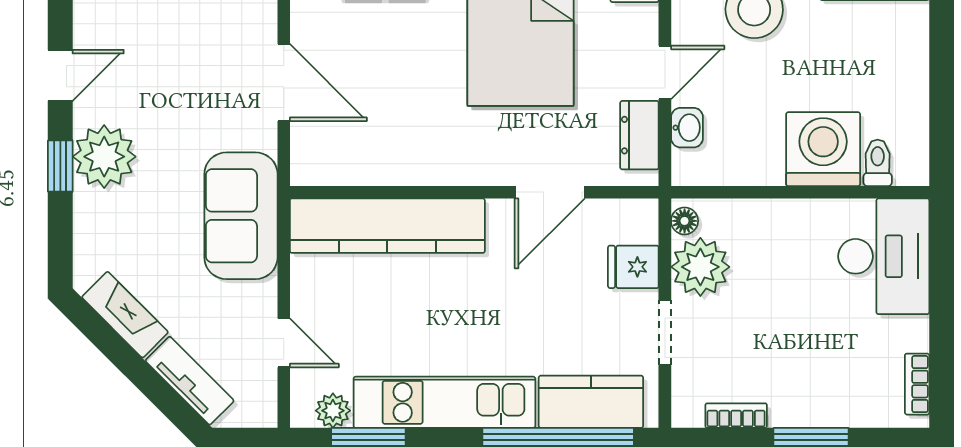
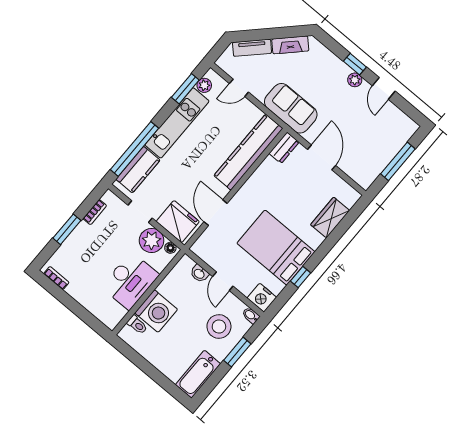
door: (284, 83) -> (322, 157), swing flipped
dresser: (639, 135) -> (284, 148), moved, turned 90
plant: (104, 157) -> (355, 80), width x0.53, depth x0.53
desk: (884, 256) -> (130, 281), moved, turned -90
fridge: (633, 267) -> (178, 222), width x1.88, depth x1.34

